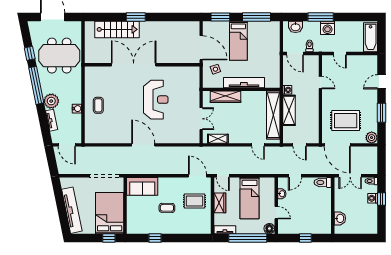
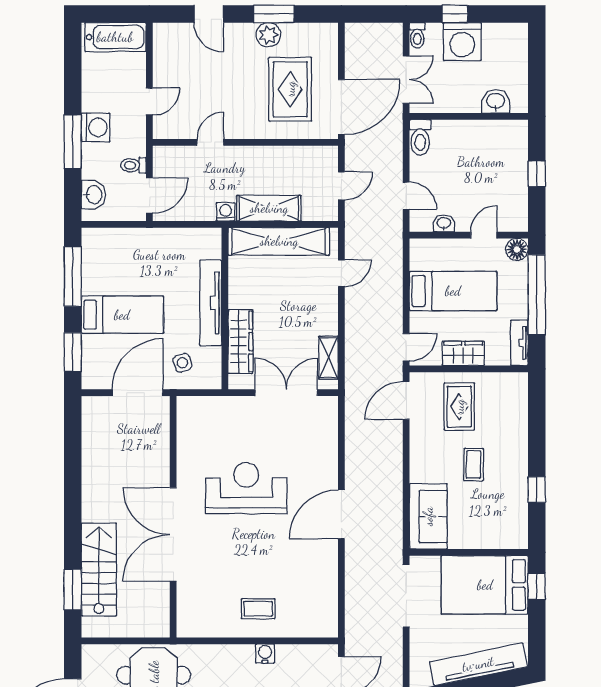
window: (136, 17) -> (73, 589), moved
double door: (201, 119) -> (286, 393), width x1.37
plant: (372, 138) -> (268, 35), moved
washing machine: (373, 198) -> (462, 42), width x1.89, depth x1.89

